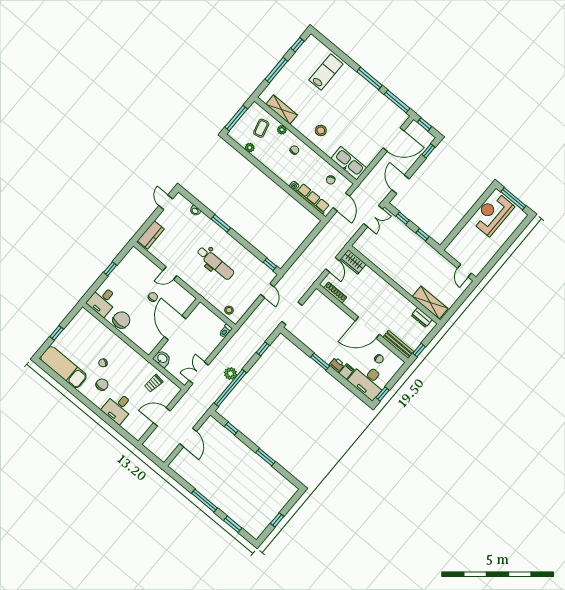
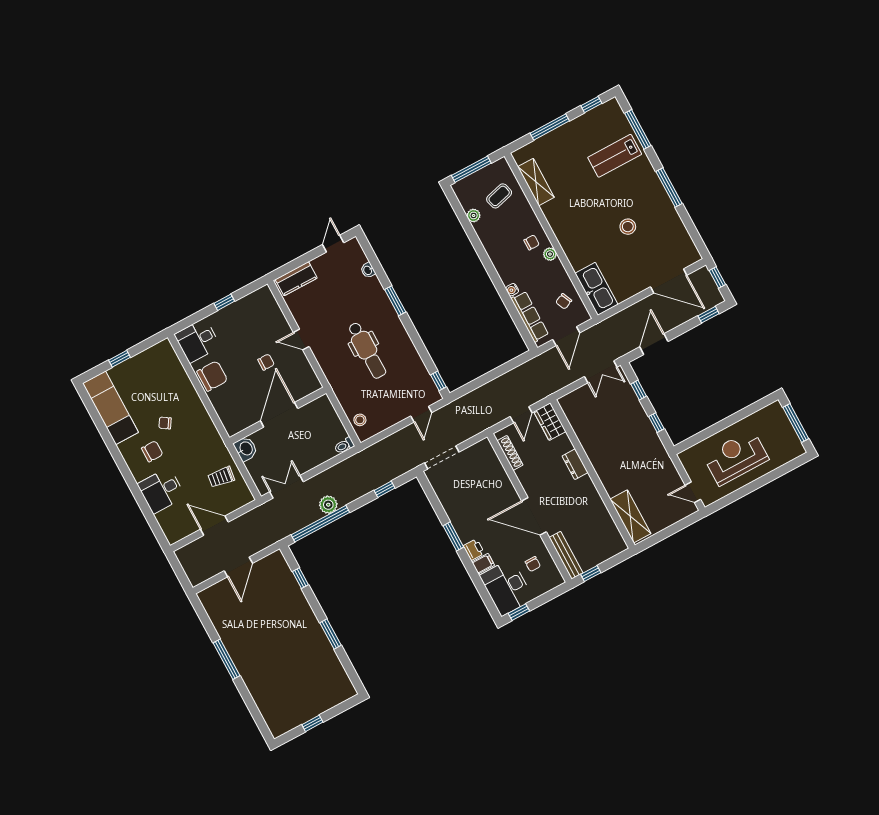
lab bench: (326, 72) -> (615, 156), turned 180
window: (397, 101) -> (638, 129), moved
plant: (282, 130) -> (550, 254), moved
stool: (321, 131) -> (628, 227), moved
reception desk: (493, 214) -> (736, 457), moved
door: (464, 271) -> (693, 492), hinge flipped
dresser: (422, 317) -> (575, 464), moved
window: (233, 524) -> (251, 706), removed

